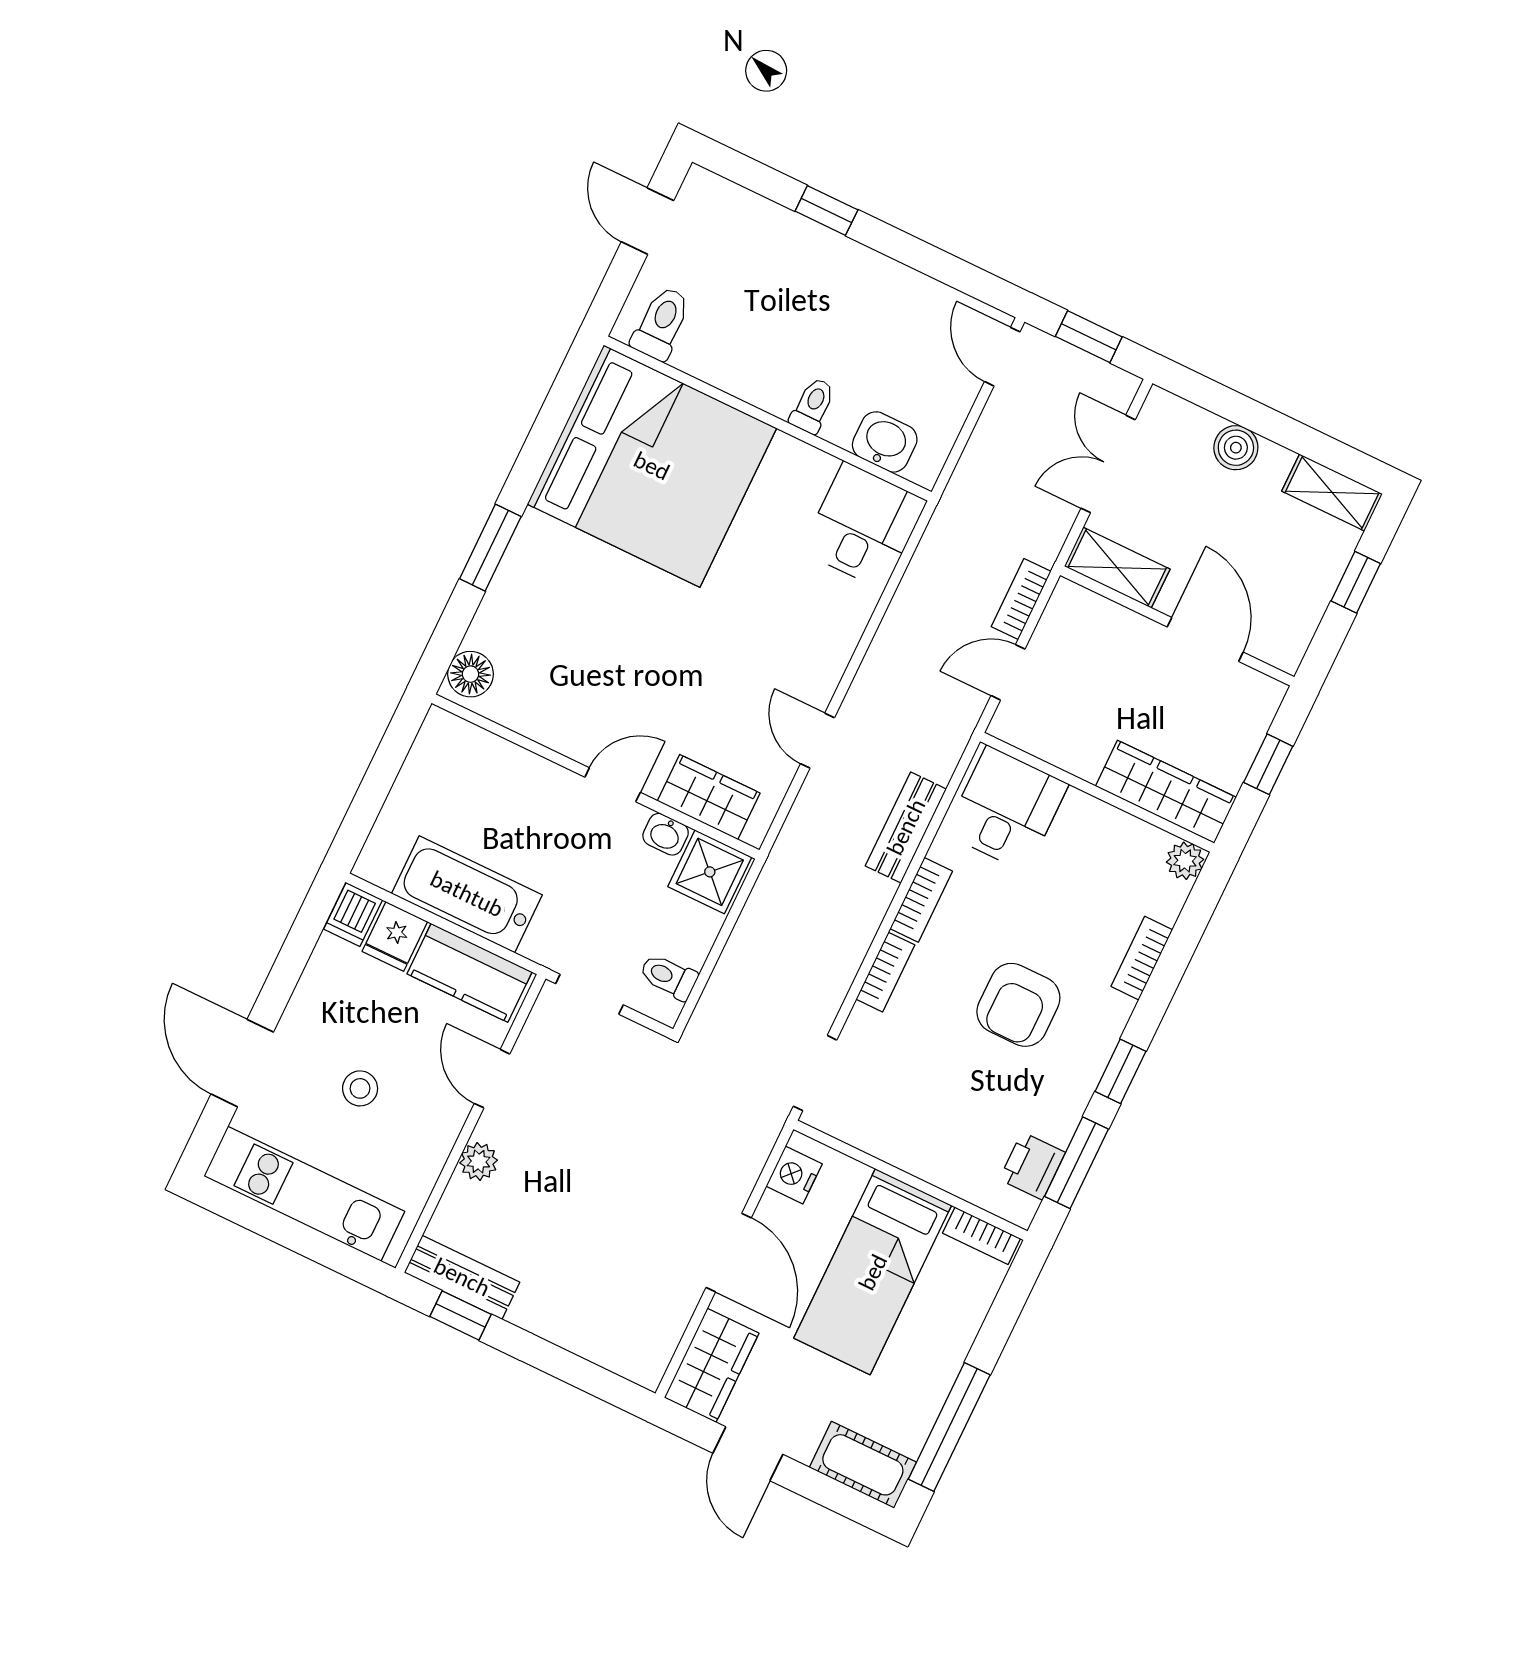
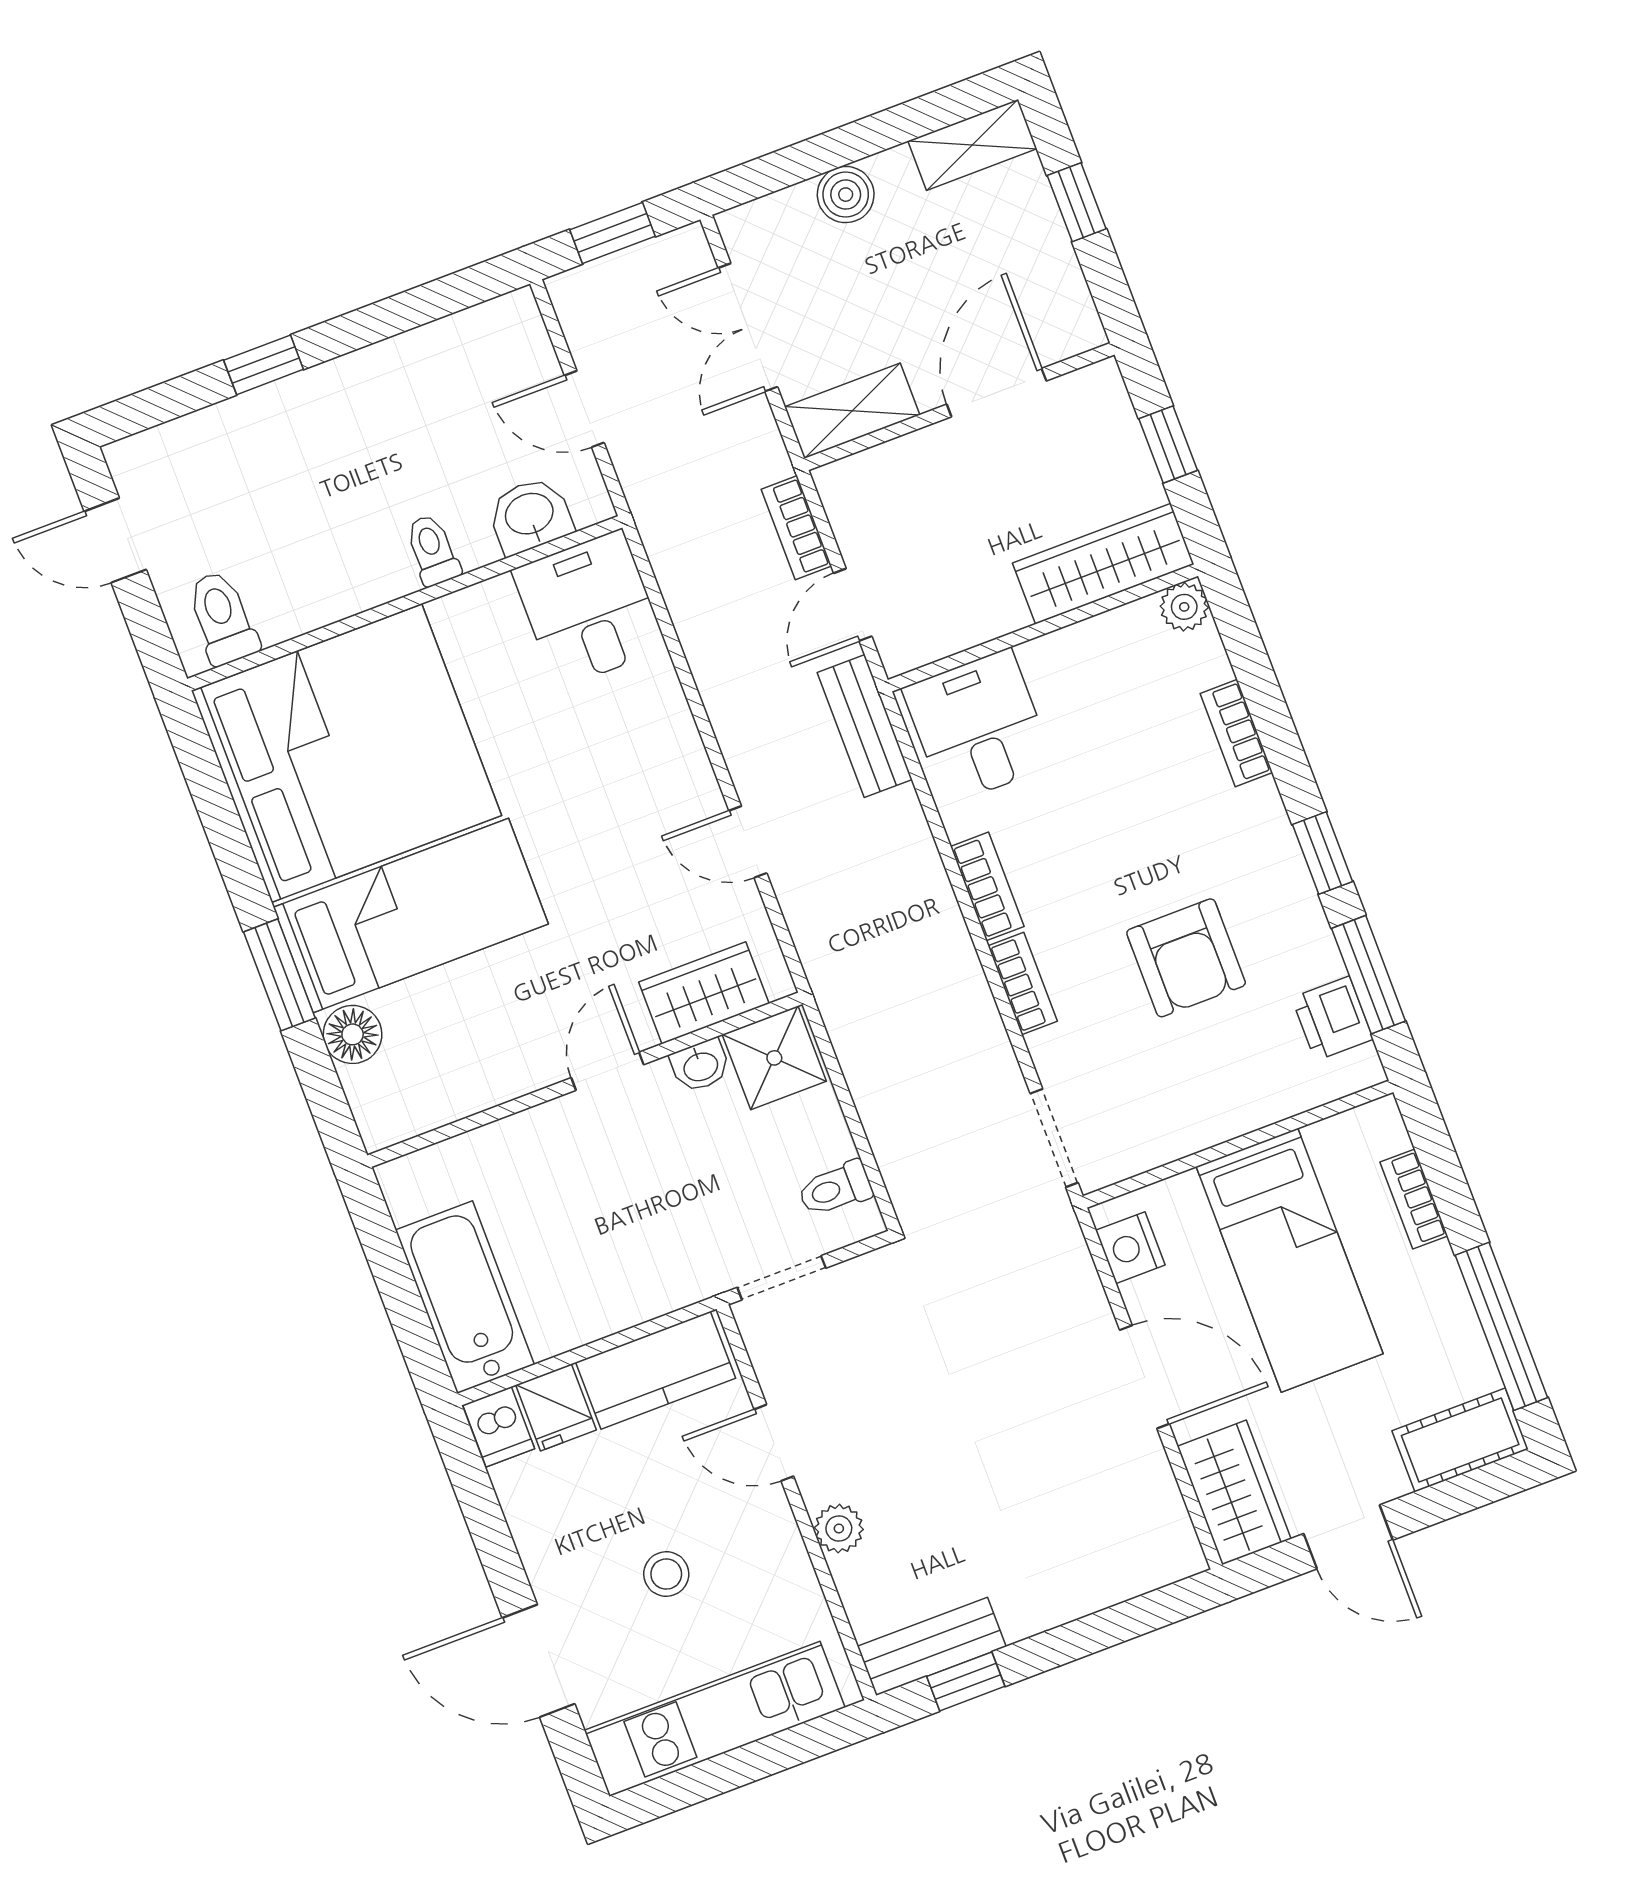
door: (1002, 357) -> (584, 409), moved
bed: (595, 590) -> (411, 916), added
door: (1205, 639) -> (997, 393), hinge flipped
floor lamp: (471, 674) -> (353, 1034), moved
bench: (906, 827) -> (865, 726), moved
bathtub: (467, 894) -> (465, 1297), moved, turned 90
armchair: (1018, 1005) -> (1186, 958), moved
bookcase: (982, 1236) -> (1414, 1199), moved, turned 90

